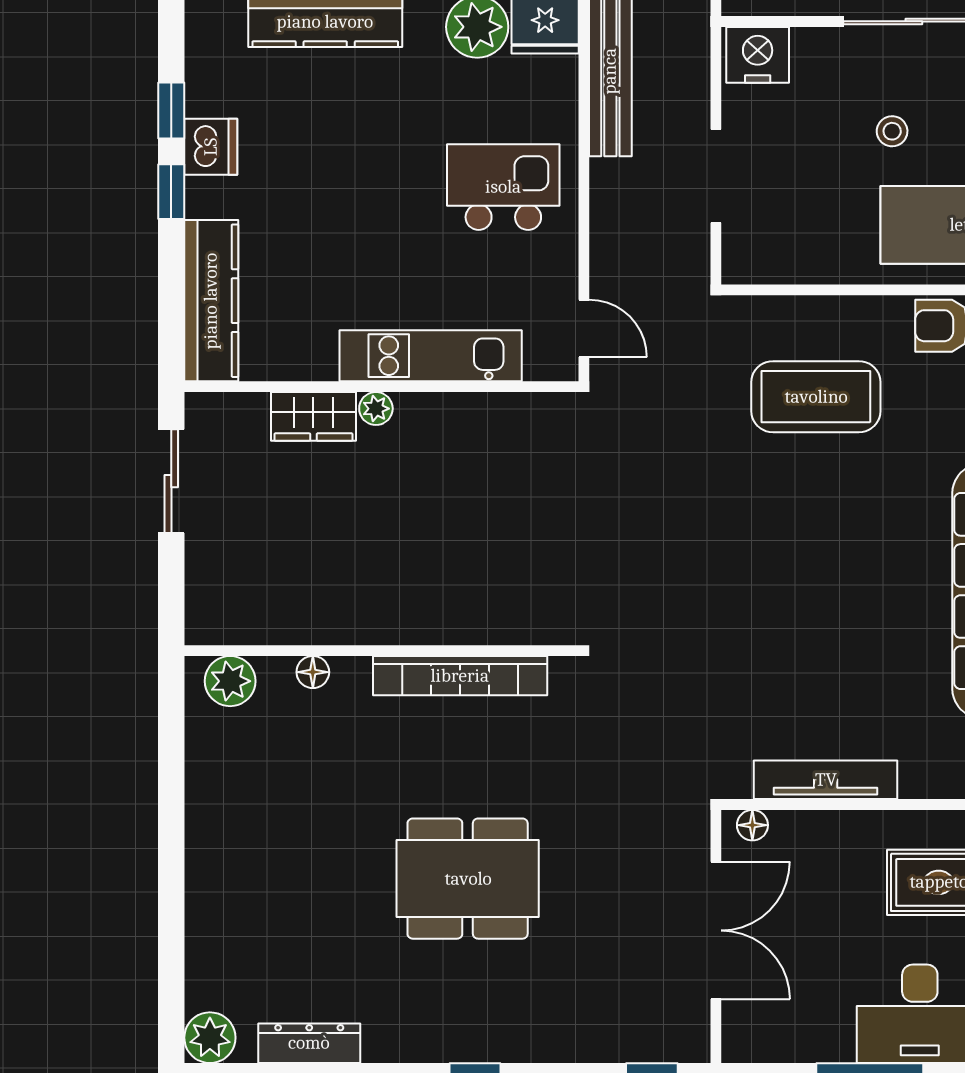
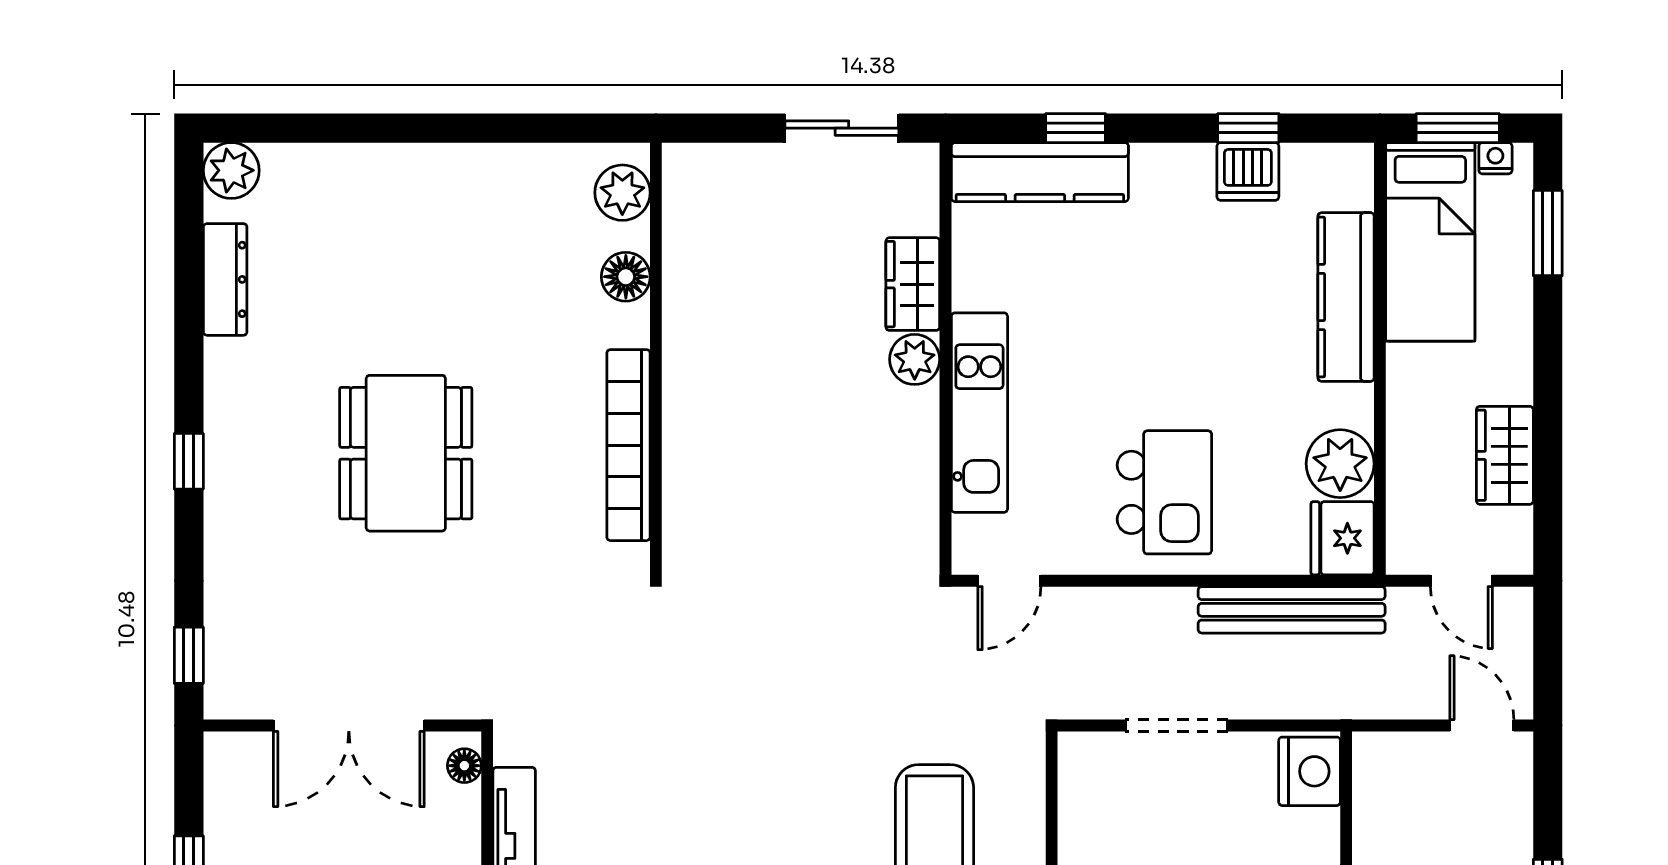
dishwasher: (211, 147) -> (1248, 171), moved
window: (171, 192) -> (1076, 128), moved
plant: (376, 409) -> (915, 359), width x1.38, depth x1.38
floor lamp: (313, 672) -> (626, 277), width x1.37, depth x1.37

